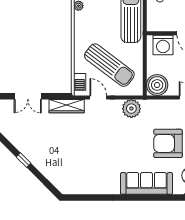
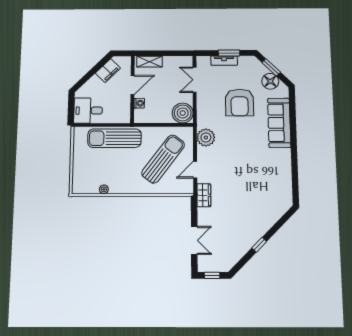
washing machine: (163, 45) -> (139, 103), width x0.53, depth x0.53
barbecue: (80, 82) -> (180, 188), removed
wardrobe: (67, 106) -> (204, 195), width x0.67

